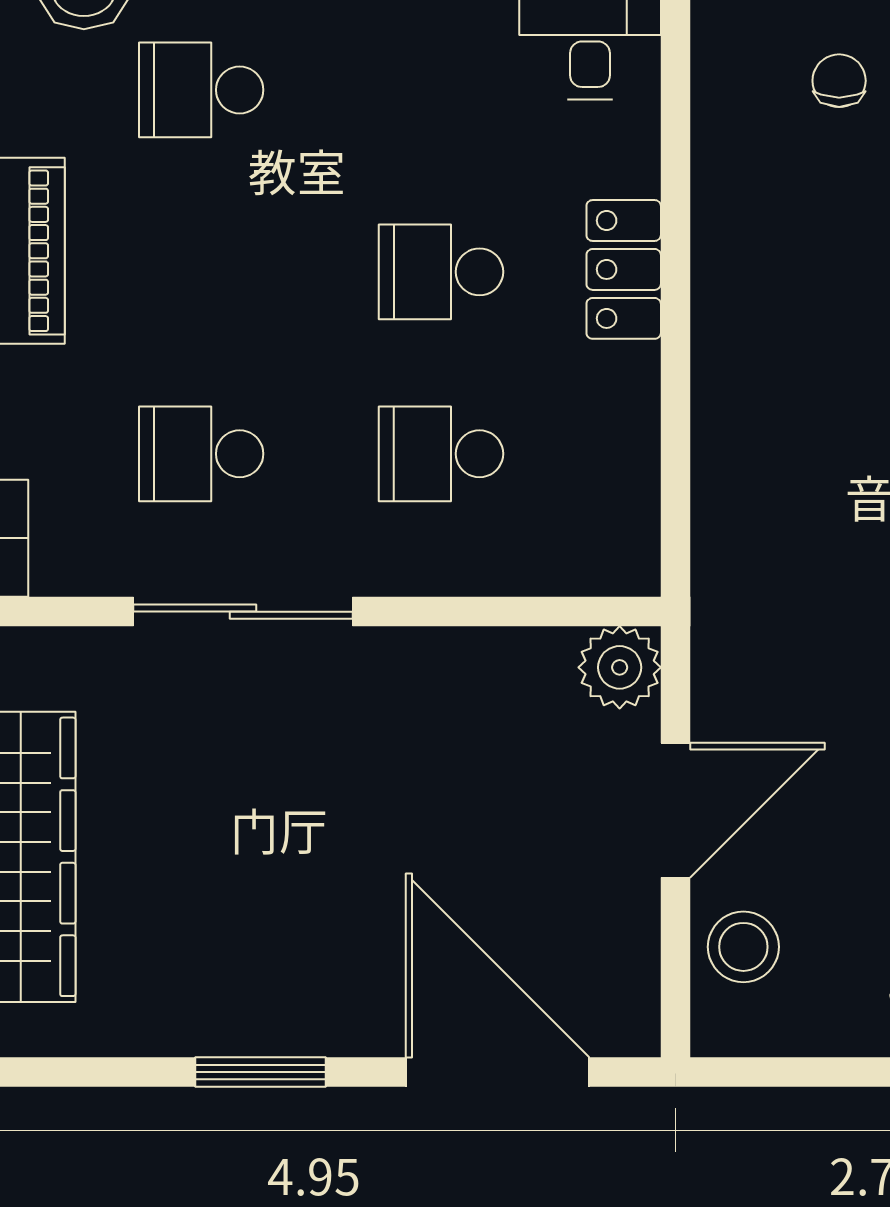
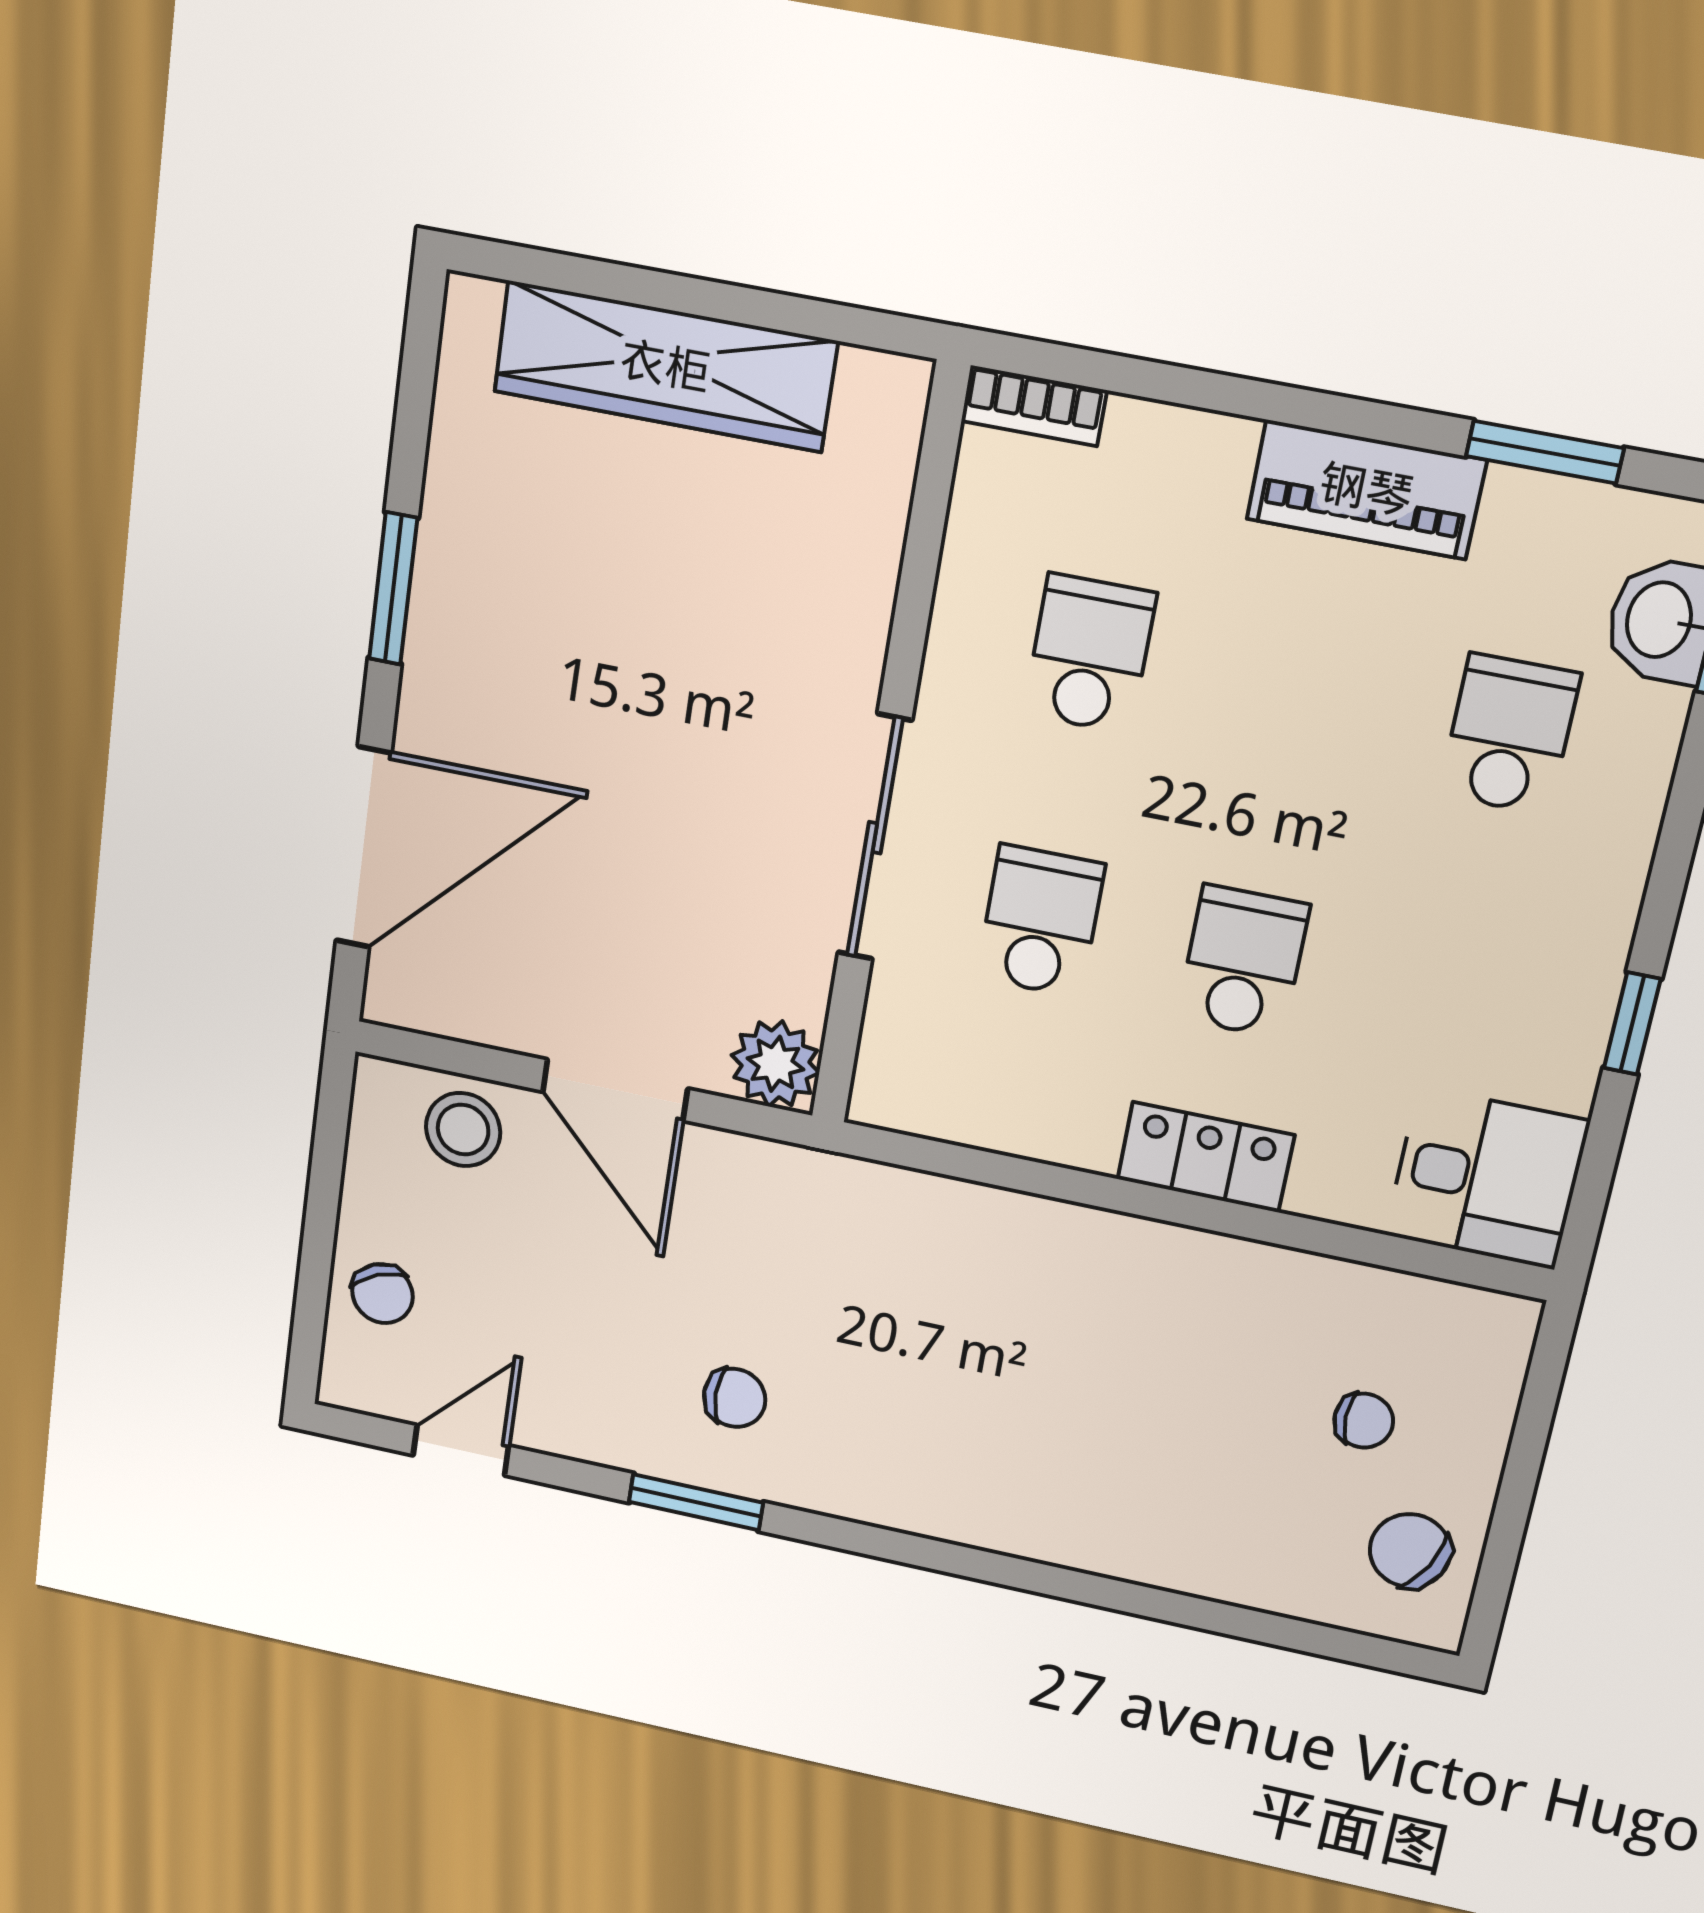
sliding door: (243, 612) -> (875, 838), moved

